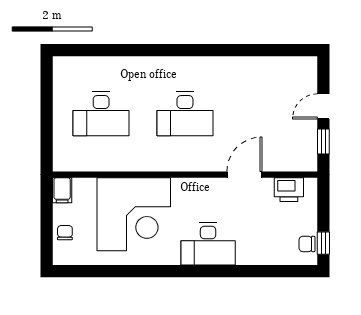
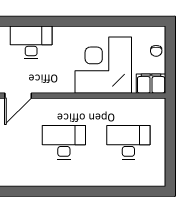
filing cabinet: (62, 190) -> (151, 84), width x2.00
desk: (208, 244) -> (31, 42), moved

